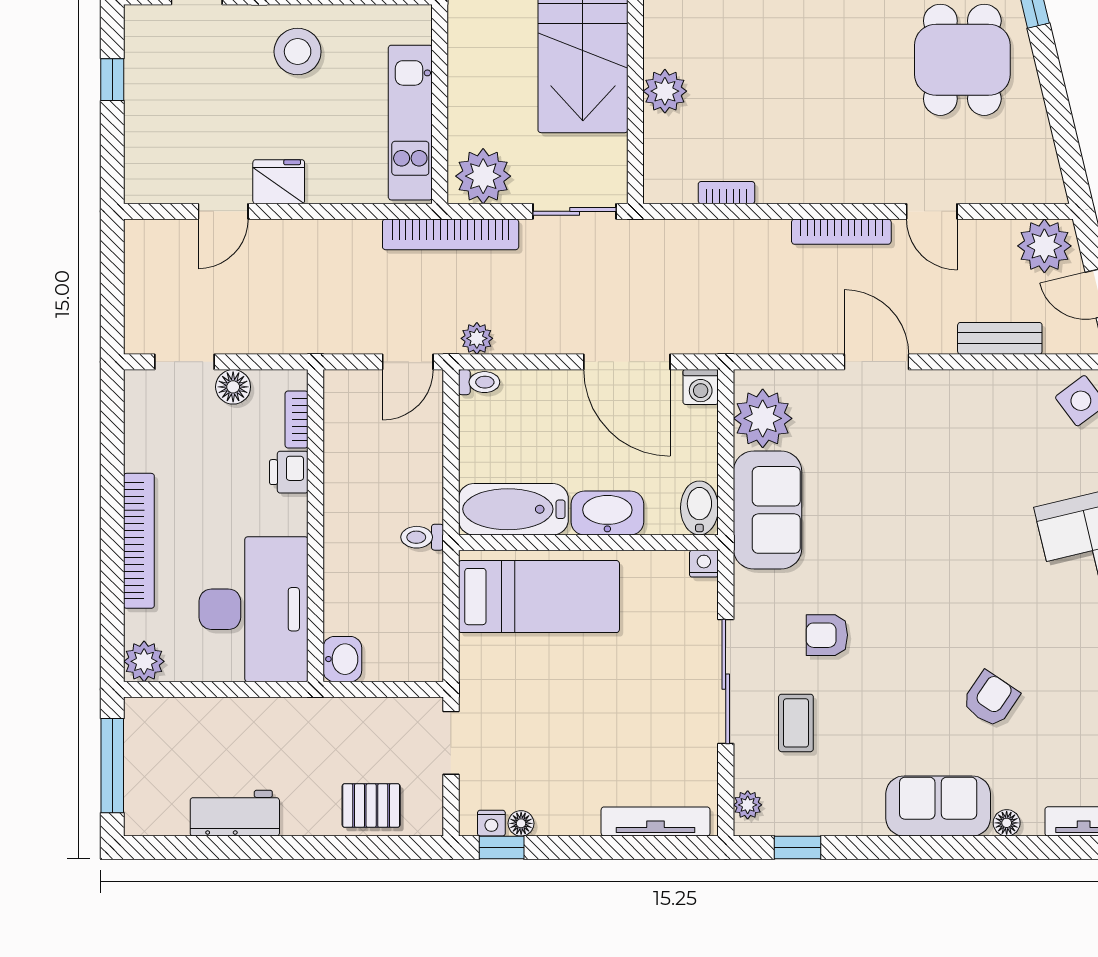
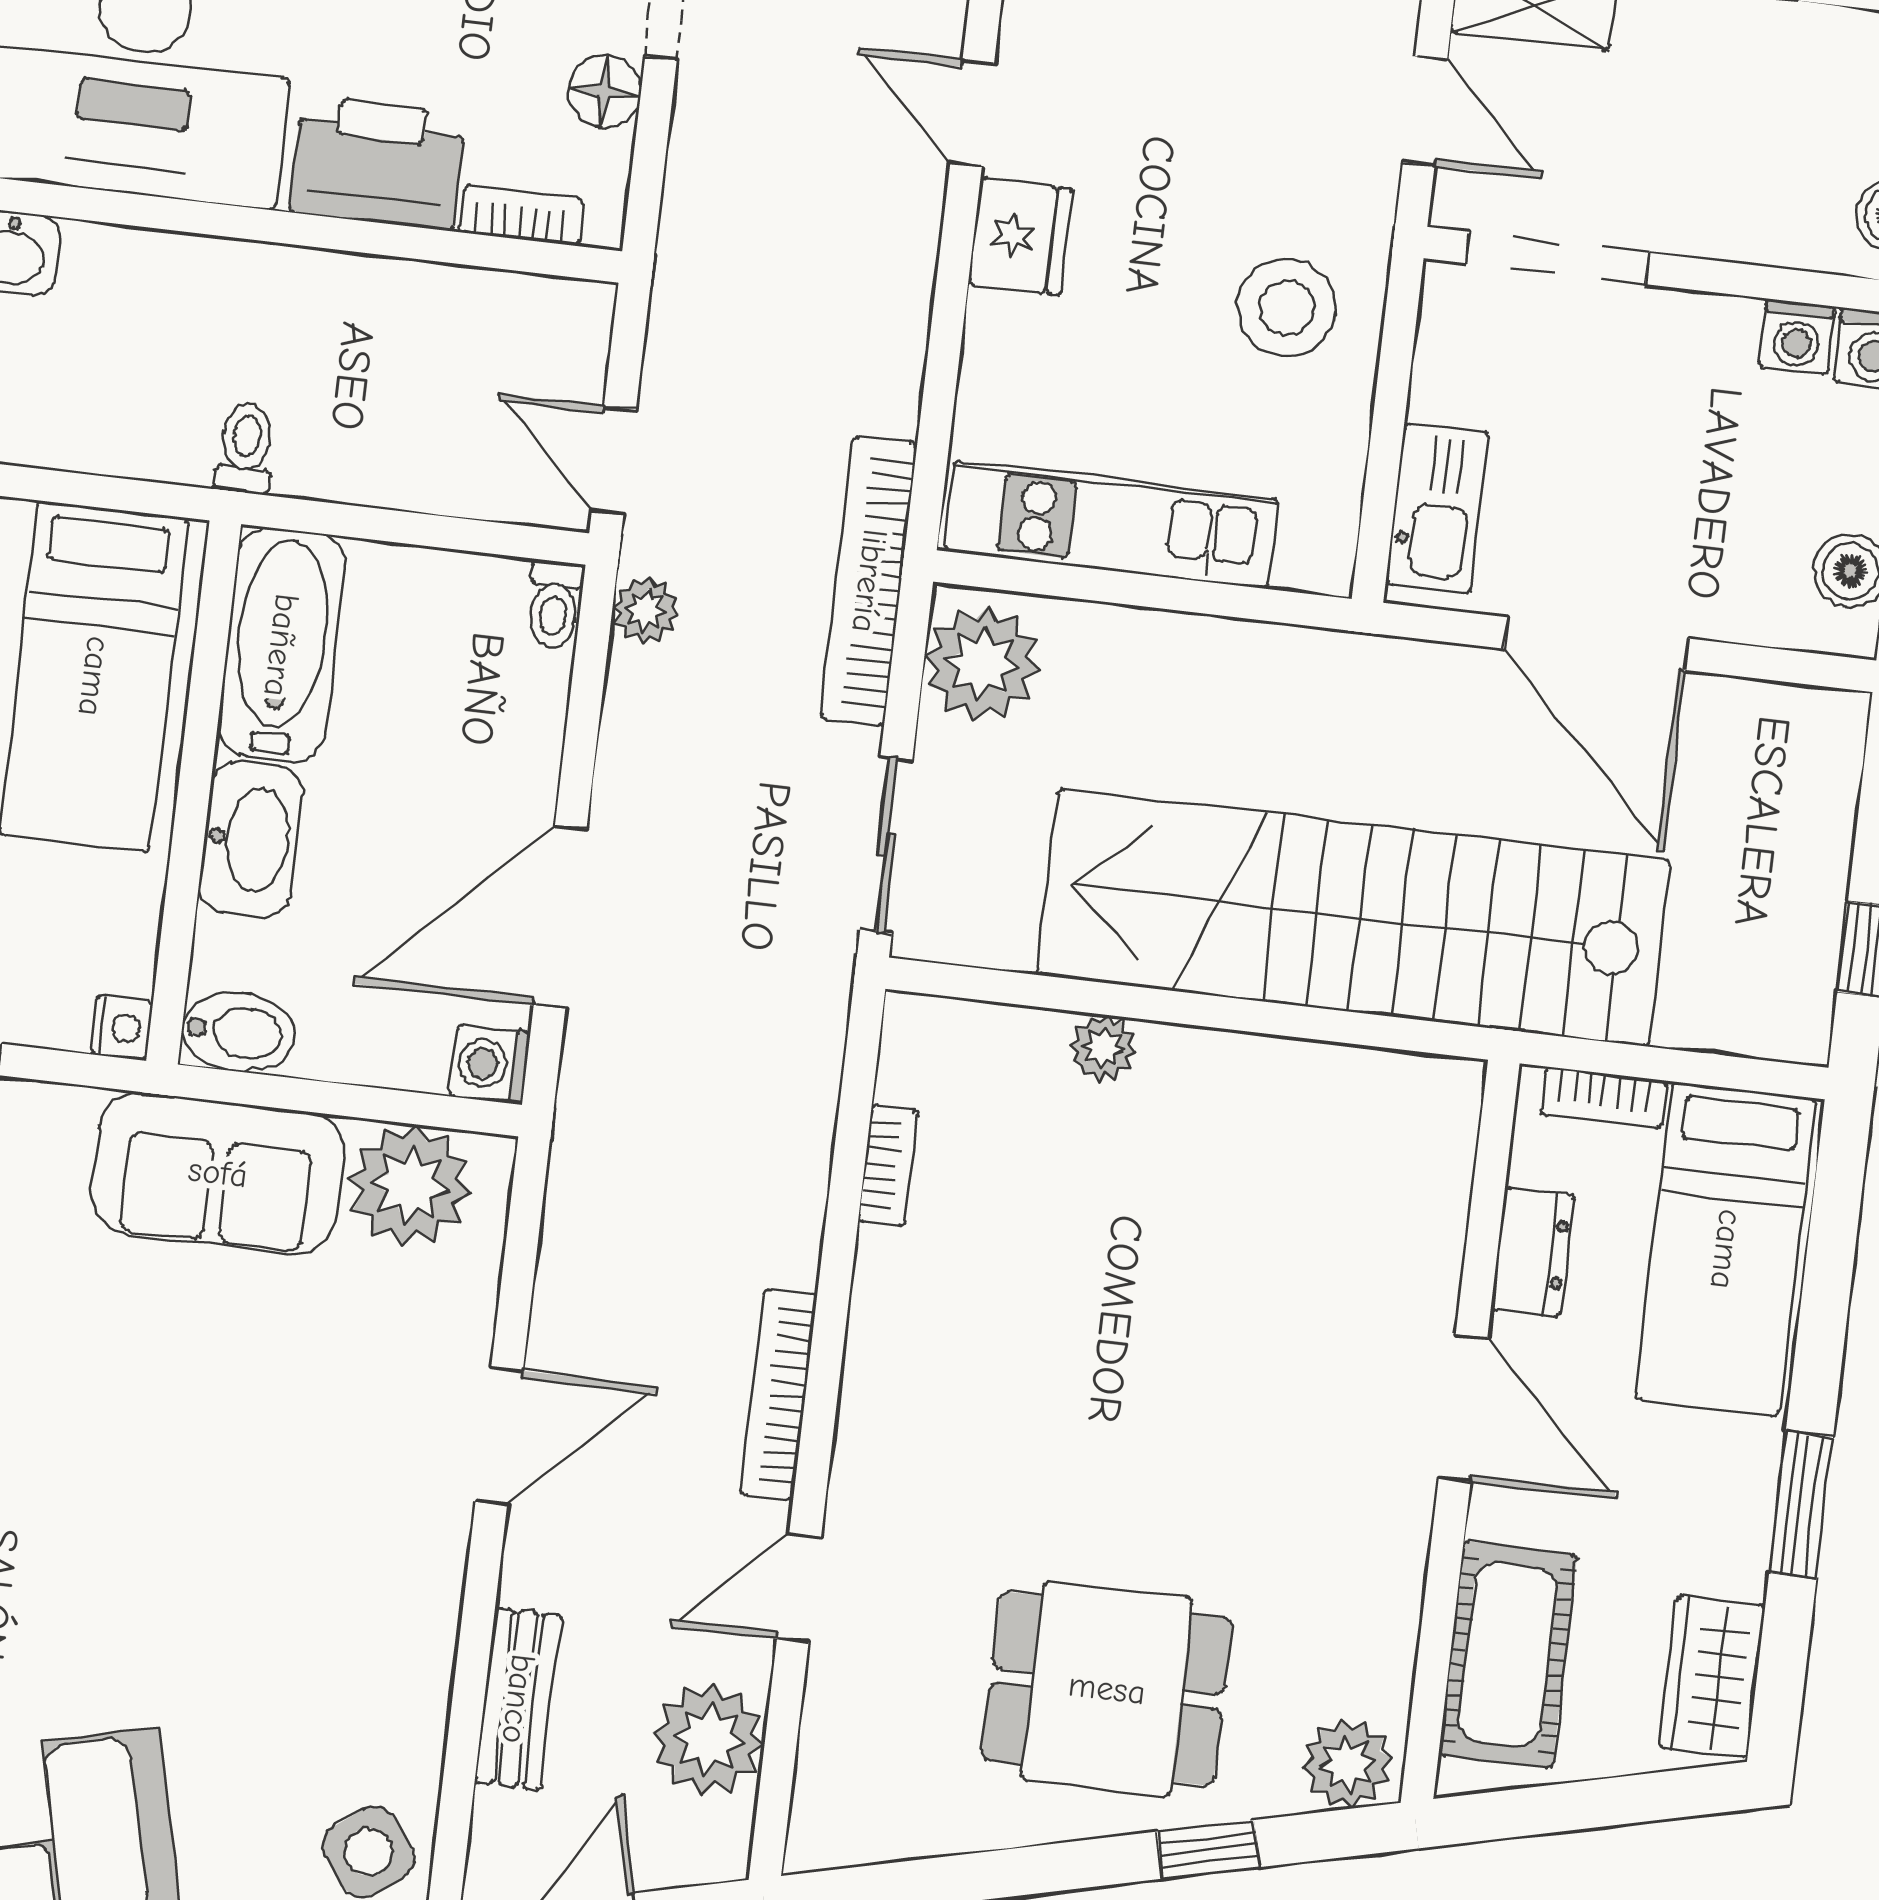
plant: (665, 91) -> (1103, 1048), width x0.73, depth x0.73
plant: (1044, 246) -> (708, 1739), moved
printer: (289, 472) -> (378, 163), width x1.87, depth x1.48

